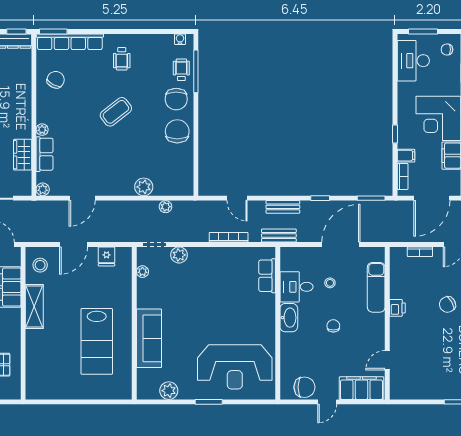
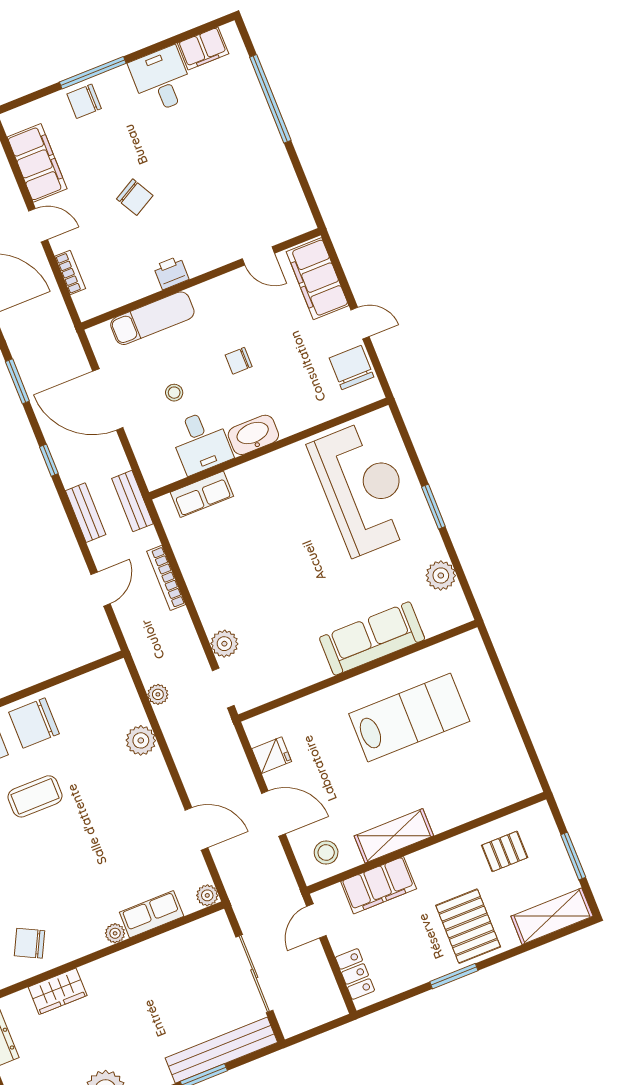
coffee table: (116, 112) -> (35, 796), moved, turned -52
wardrobe: (23, 155) -> (58, 991), moved
plant: (142, 272) -> (273, 690), removed

